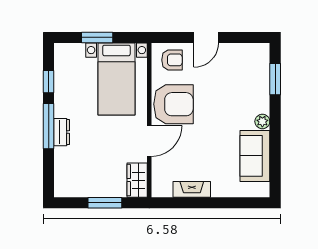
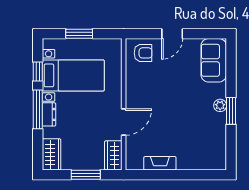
bed with nightstands: (116, 79) -> (73, 75), moved, turned -90
window: (275, 79) -> (231, 111), moved
armchair: (173, 104) -> (144, 91), removed
sofa: (255, 156) -> (214, 60), moved
wardrobe: (65, 179) -> (52, 154), added

